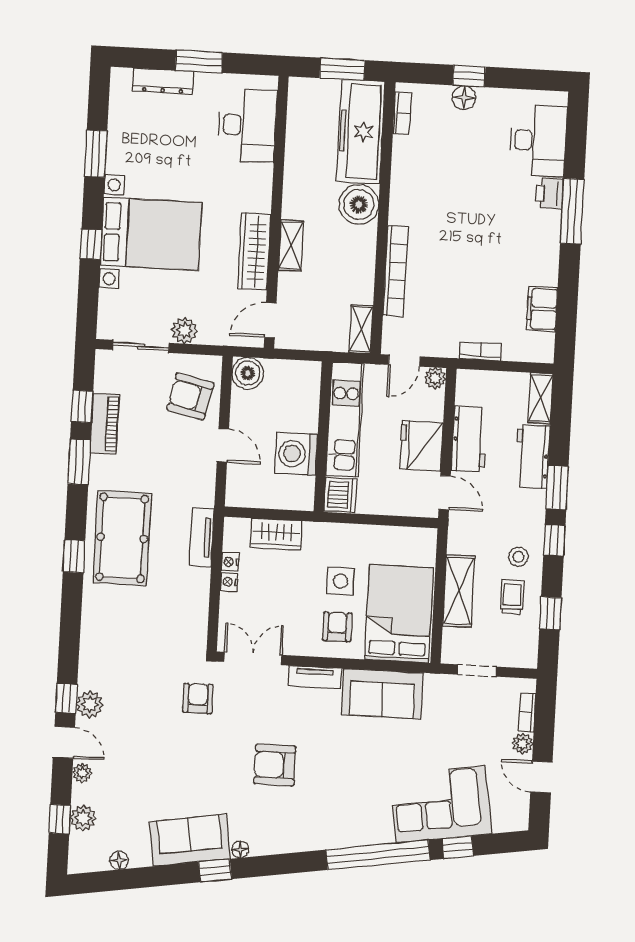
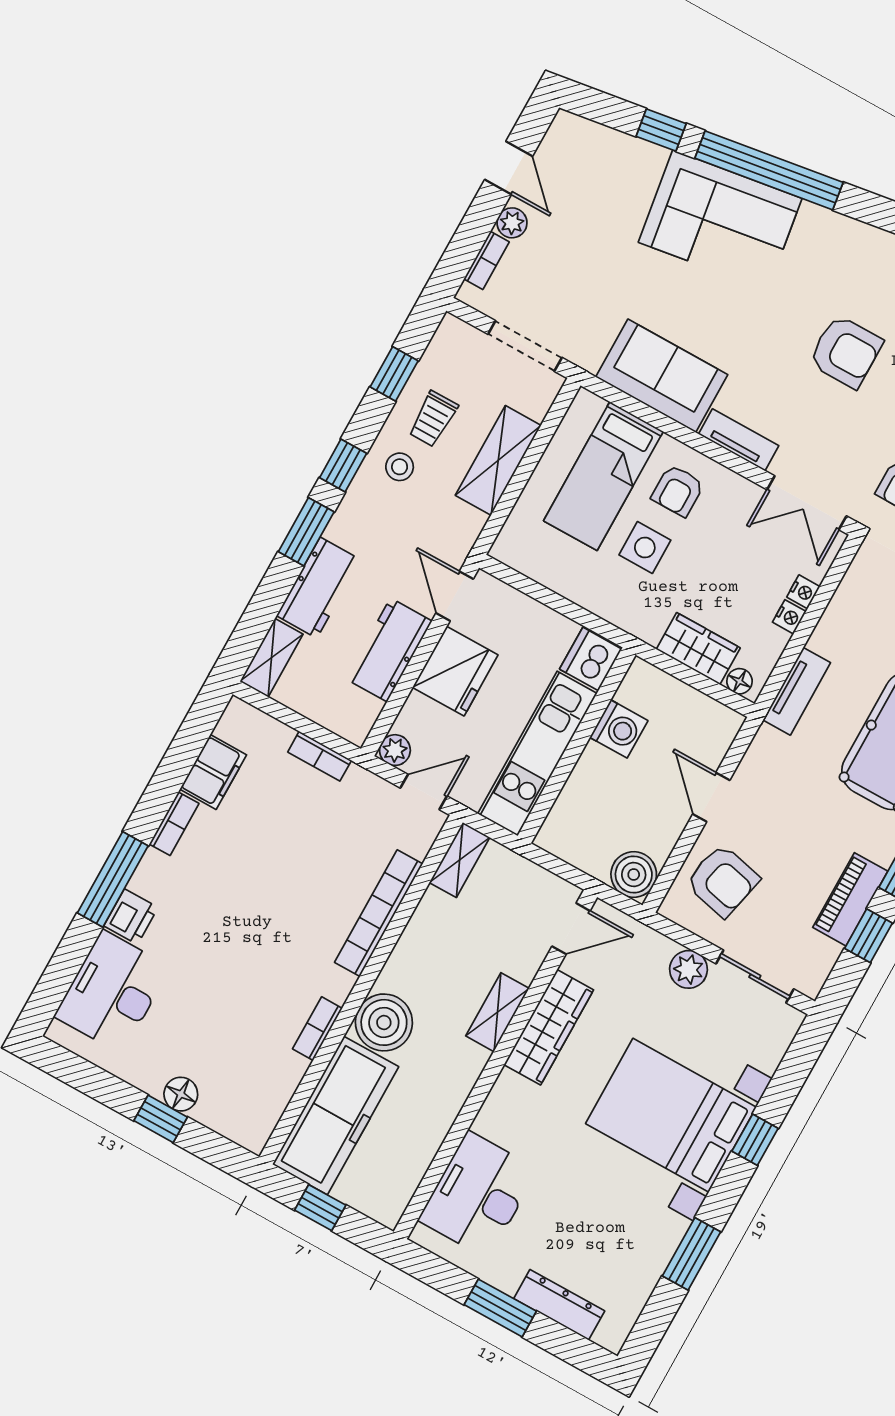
window: (342, 69) -> (320, 1208), width x0.67
bookcase: (402, 113) -> (317, 1029), moved
bookcase: (551, 265) -> (174, 824), added
washing machine: (296, 454) -> (619, 729), width x0.73, depth x0.73
floor lamp: (240, 526) -> (740, 681), added
nightstand: (230, 562) -> (803, 592), moved
bed: (399, 614) -> (603, 476), width x0.67
doorway: (477, 671) -> (525, 346), width x1.38
corner sofa: (441, 804) -> (720, 220), moved

